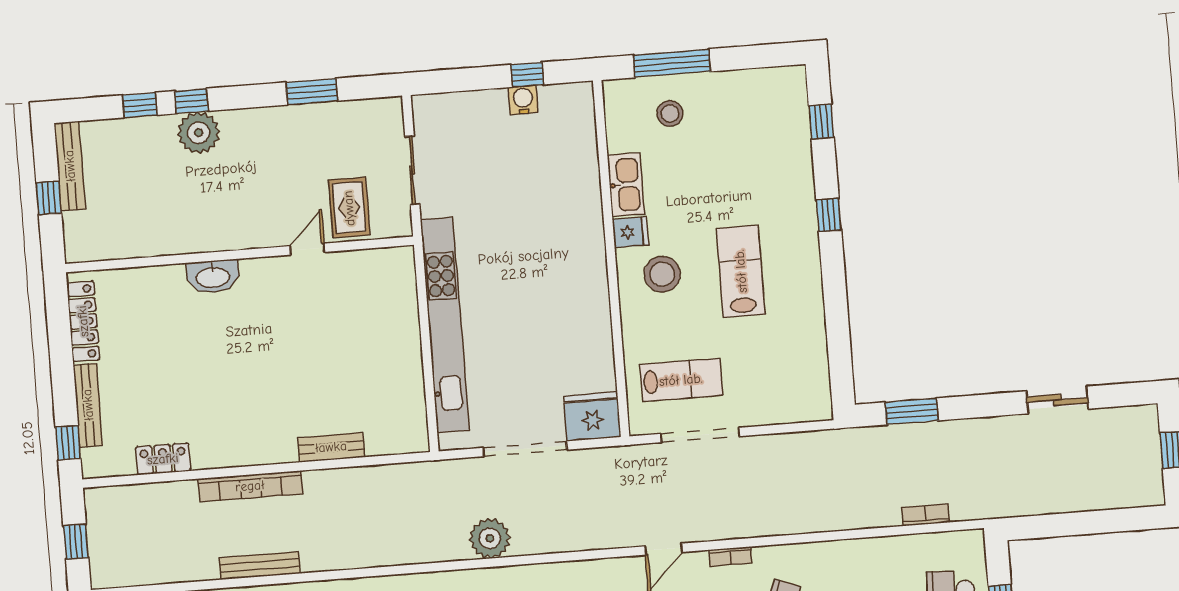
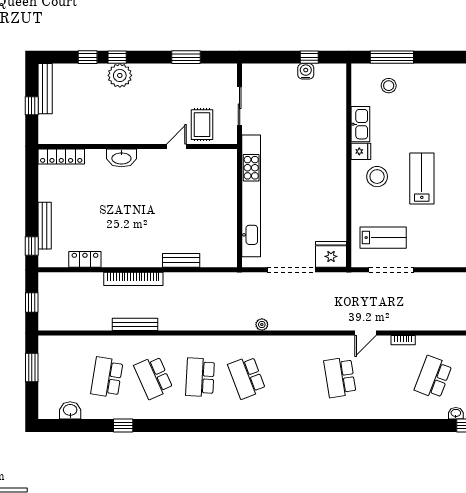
locker: (83, 321) -> (61, 157), moved, turned 90
plant: (490, 538) -> (262, 325), width x0.53, depth x0.53

